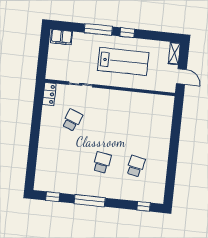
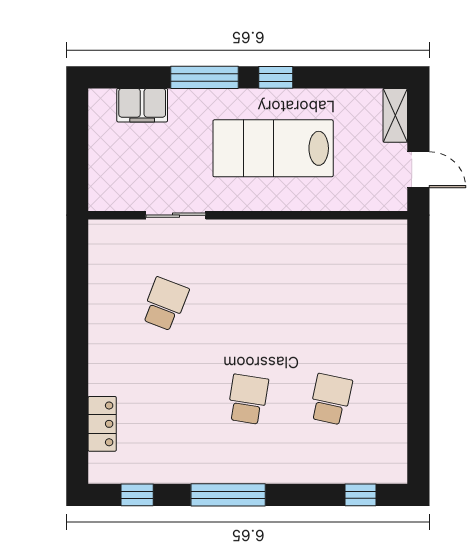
filing cabinet: (62, 37) -> (142, 105), moved
lab bench: (123, 61) -> (273, 148), turned 180
locker: (49, 94) -> (102, 424), moved

